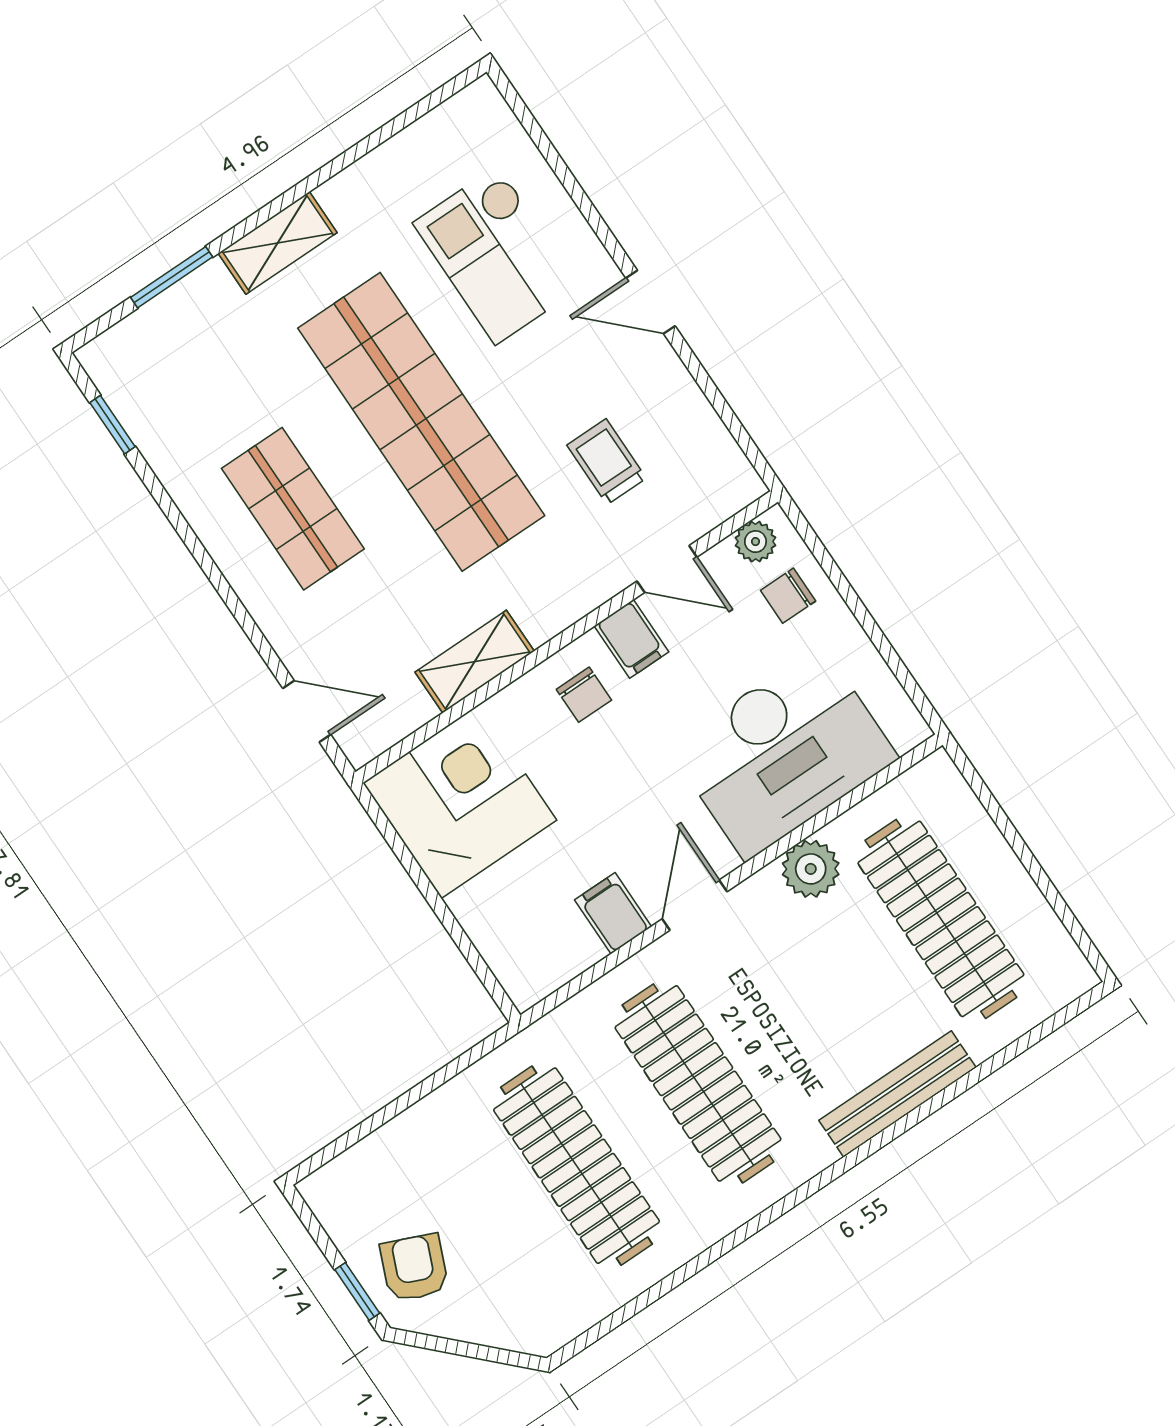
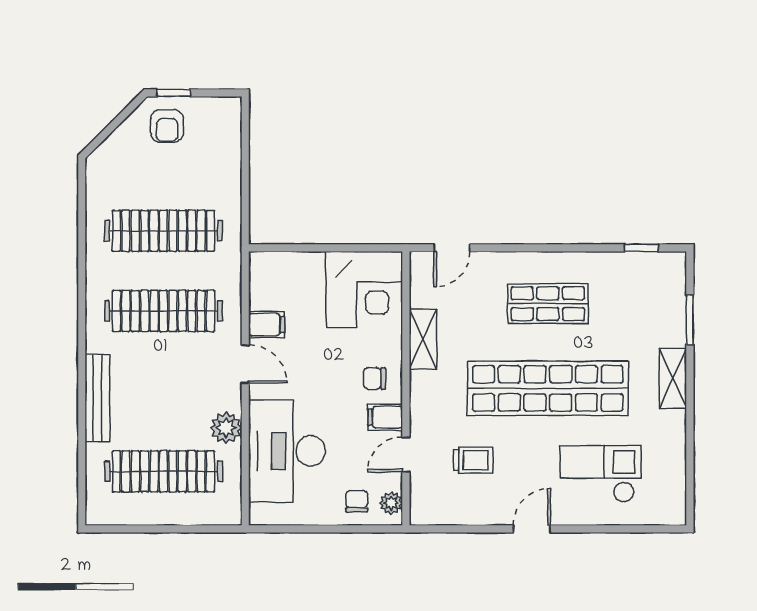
armchair: (414, 1268) -> (167, 126), turned 67

